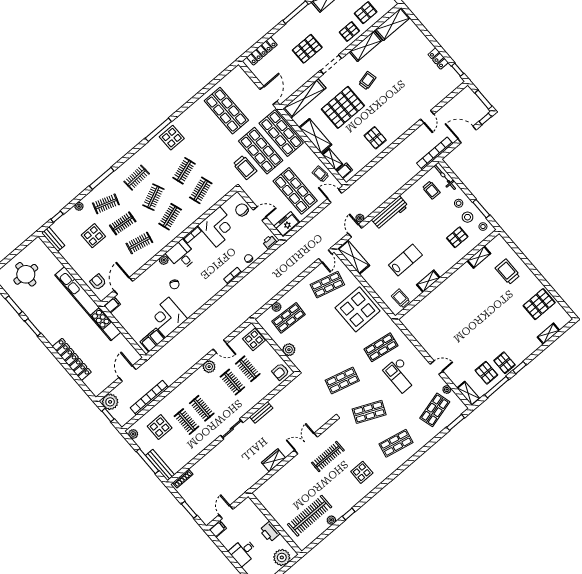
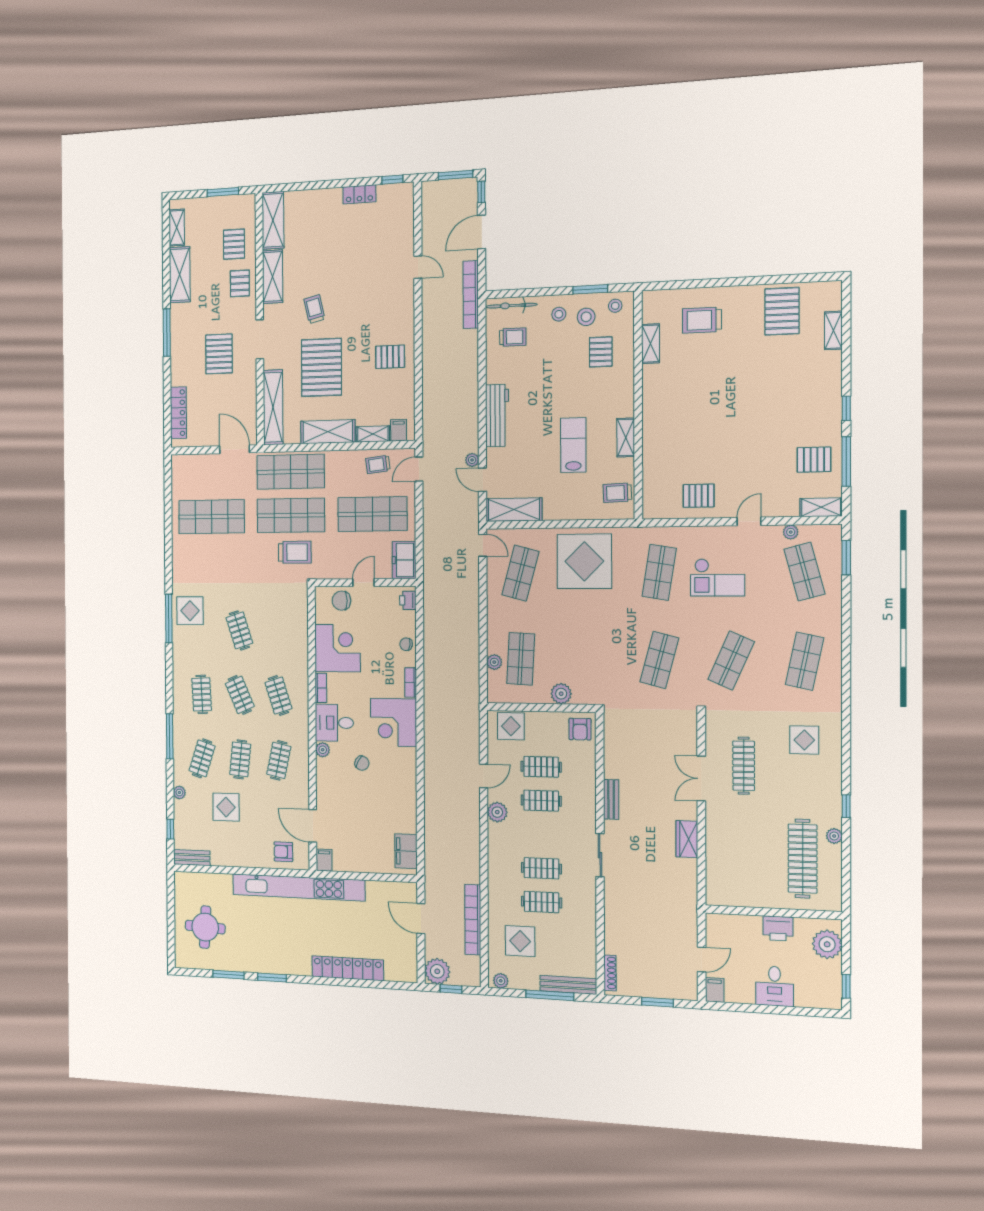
clothes rail: (201, 190) -> (278, 631), removed
corner desk: (167, 317) -> (393, 722), moved
pallet: (504, 363) -> (699, 496), moved
door: (226, 512) -> (702, 959), swing flipped

